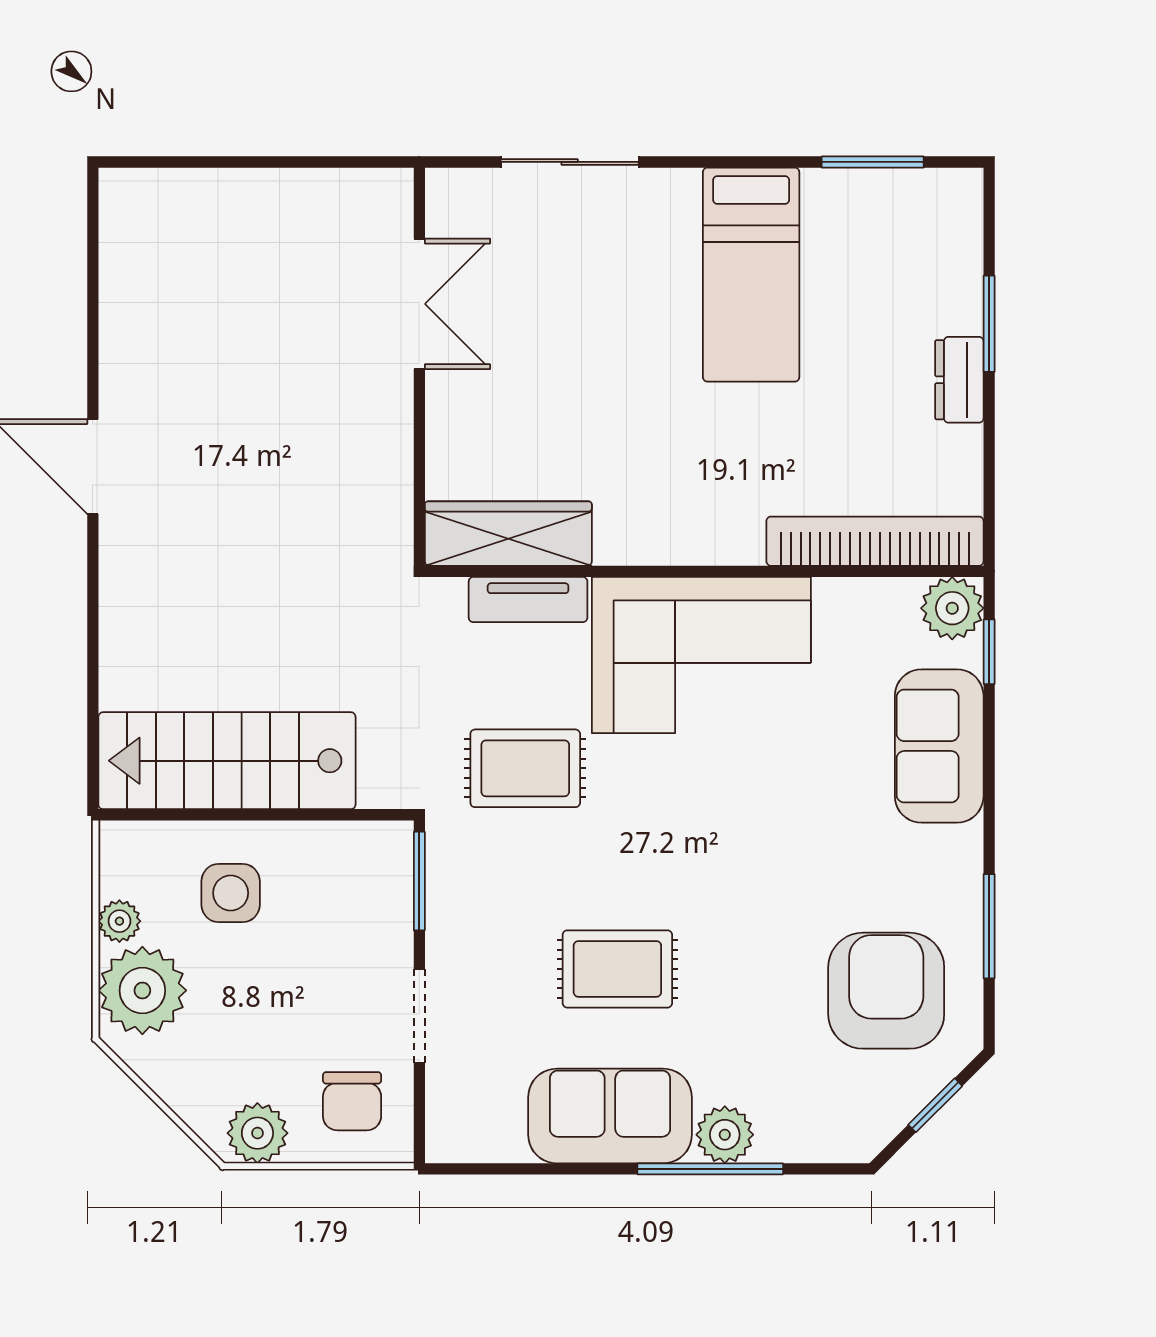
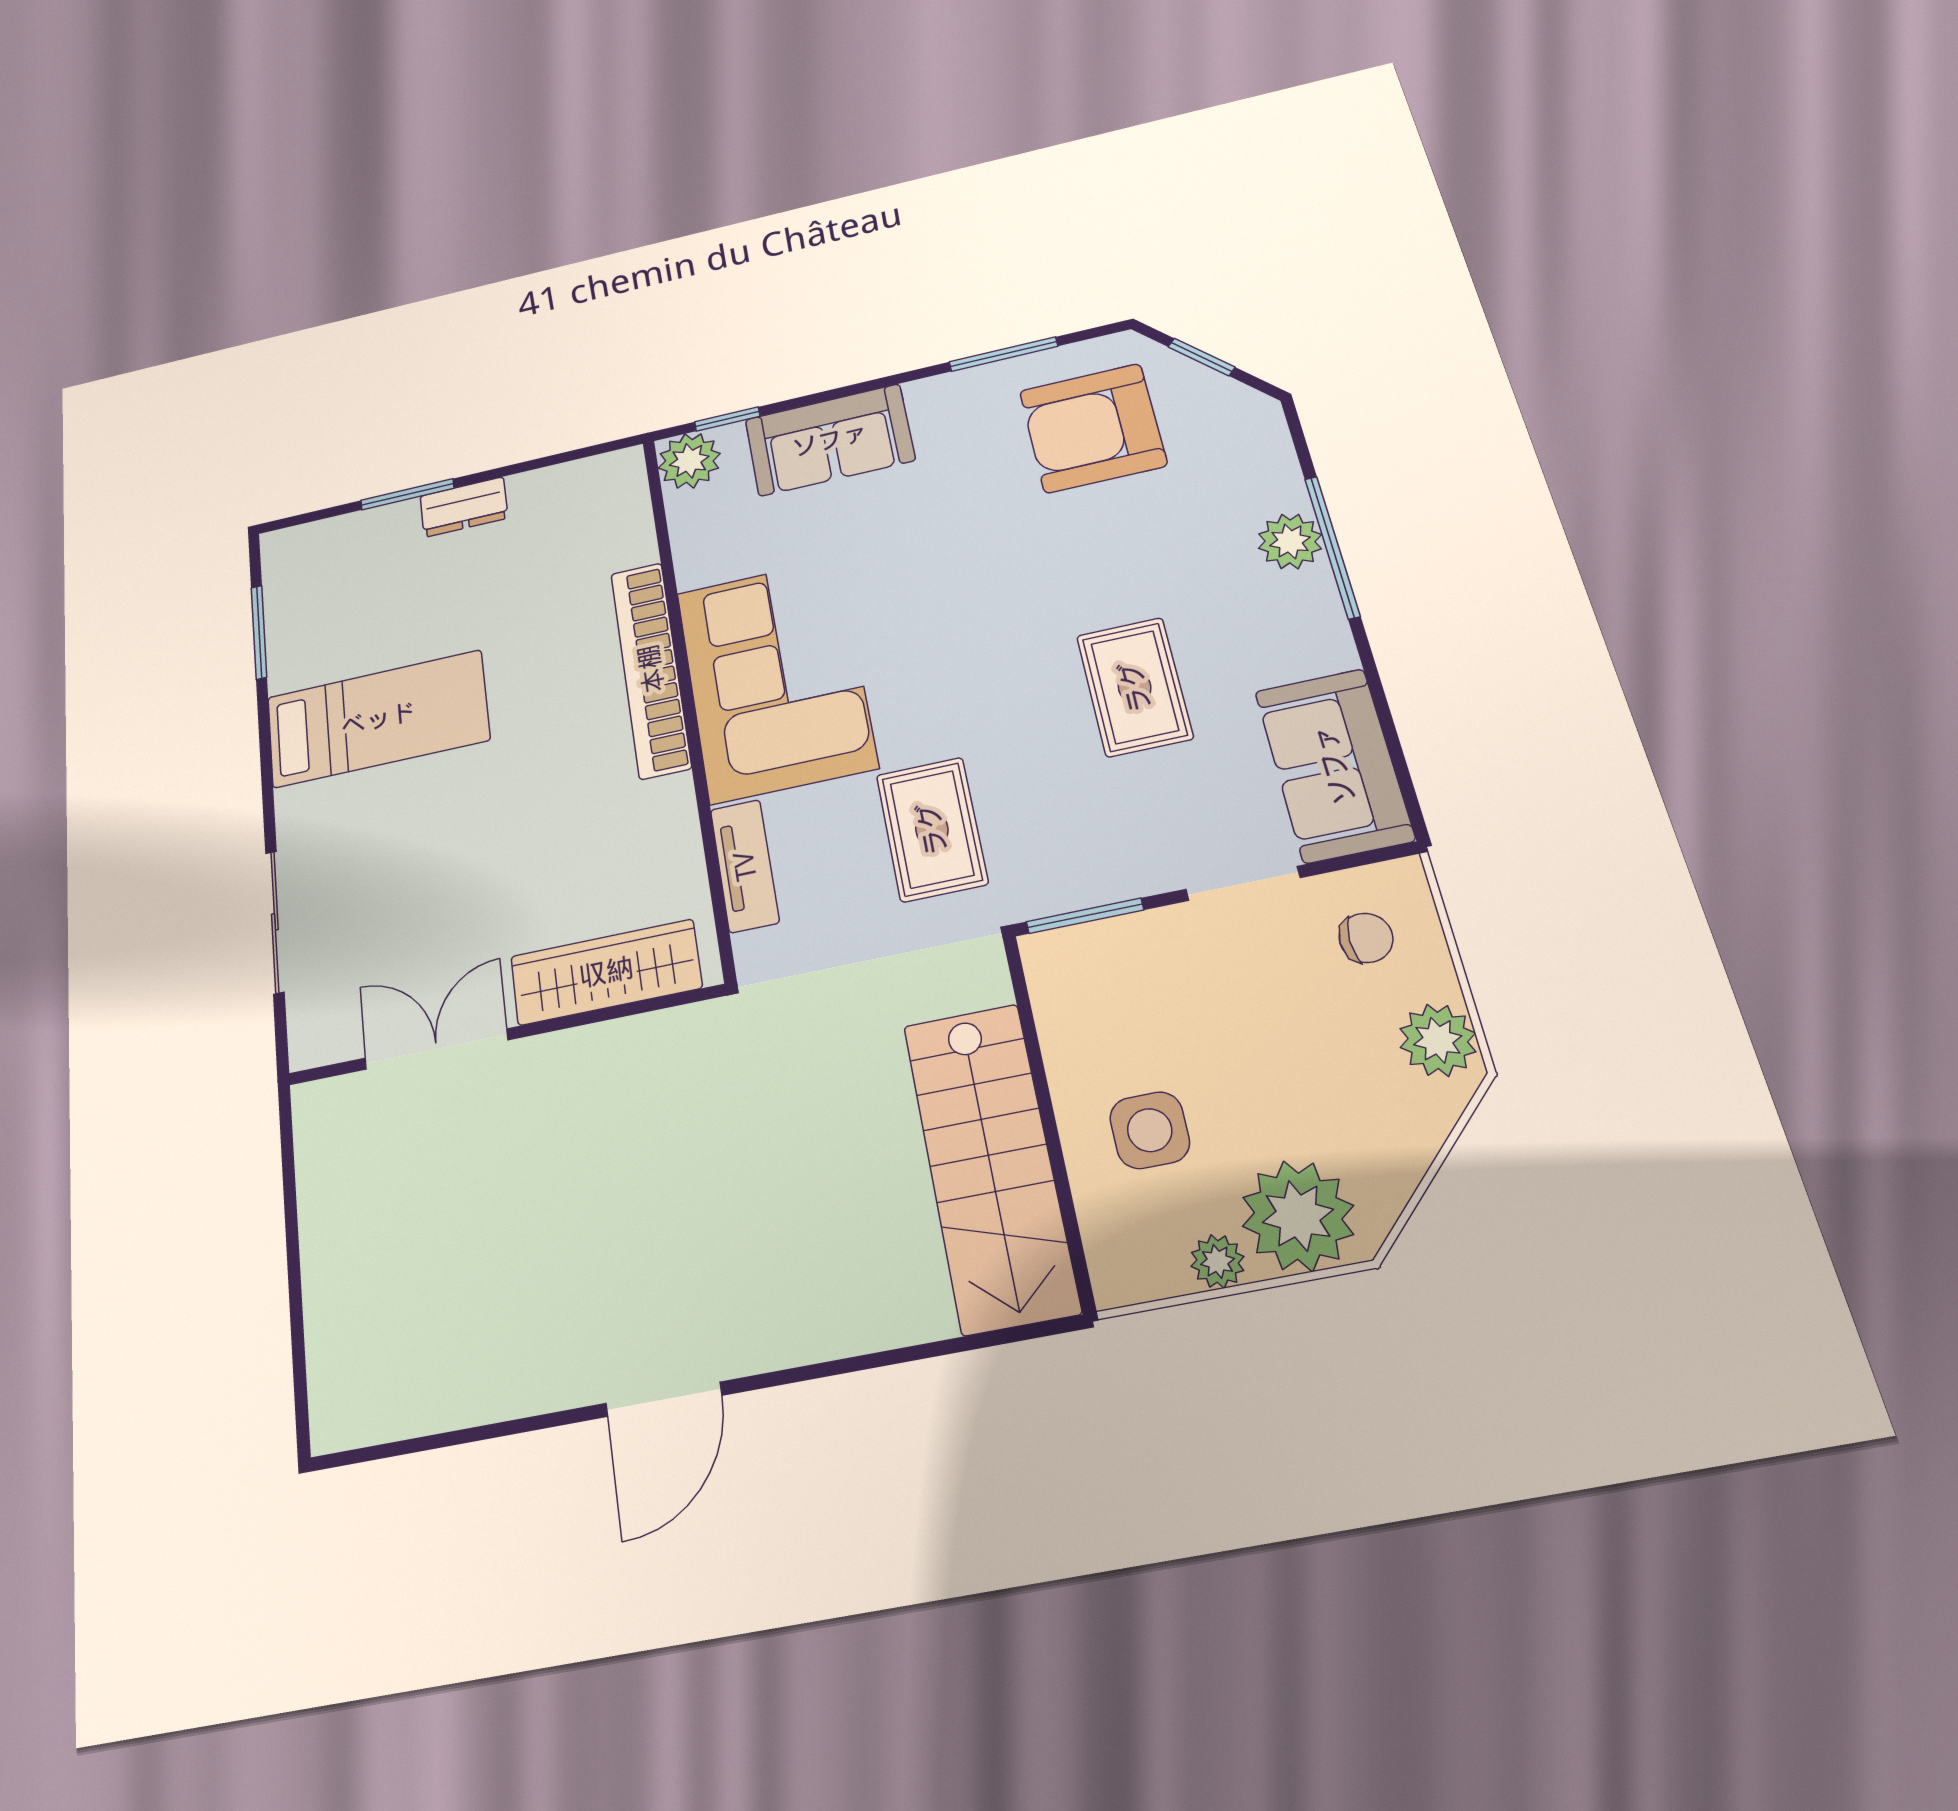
wardrobe: (508, 534) -> (606, 972), moved, turned 90
bookcase: (875, 541) -> (651, 669), moved
chair: (352, 1101) -> (1366, 938), width x0.73, depth x0.73
sofa: (610, 1116) -> (1334, 765), moved

